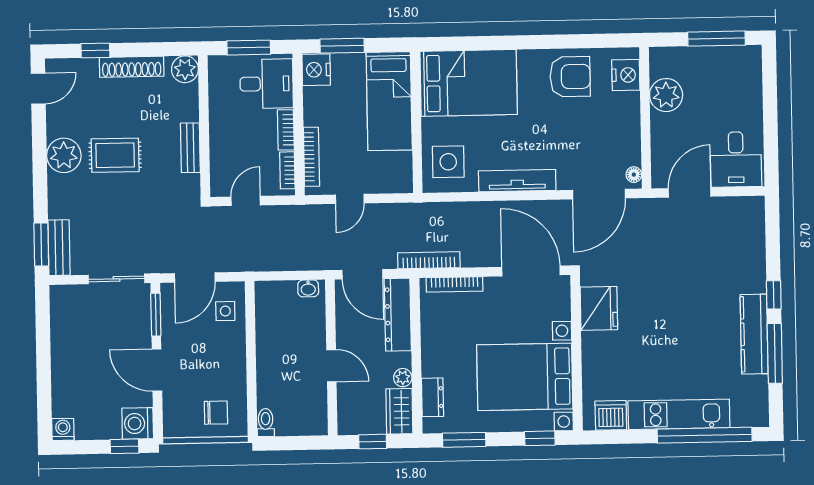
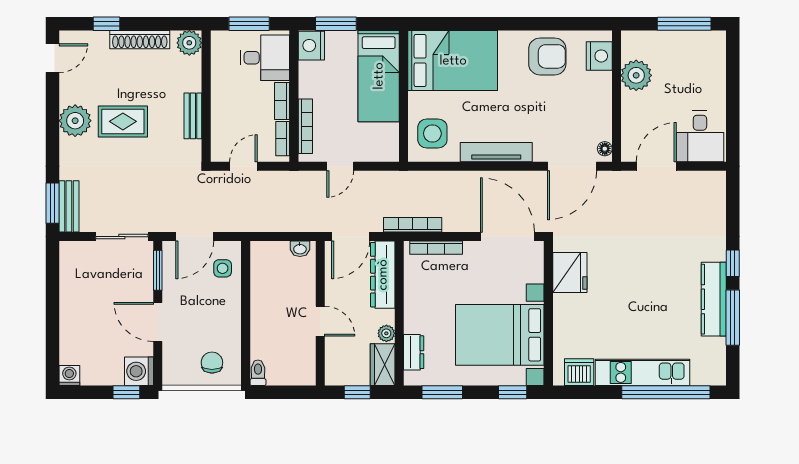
door: (362, 274) -> (351, 237), hinge flipped
chair: (216, 413) -> (212, 363), turned -90

